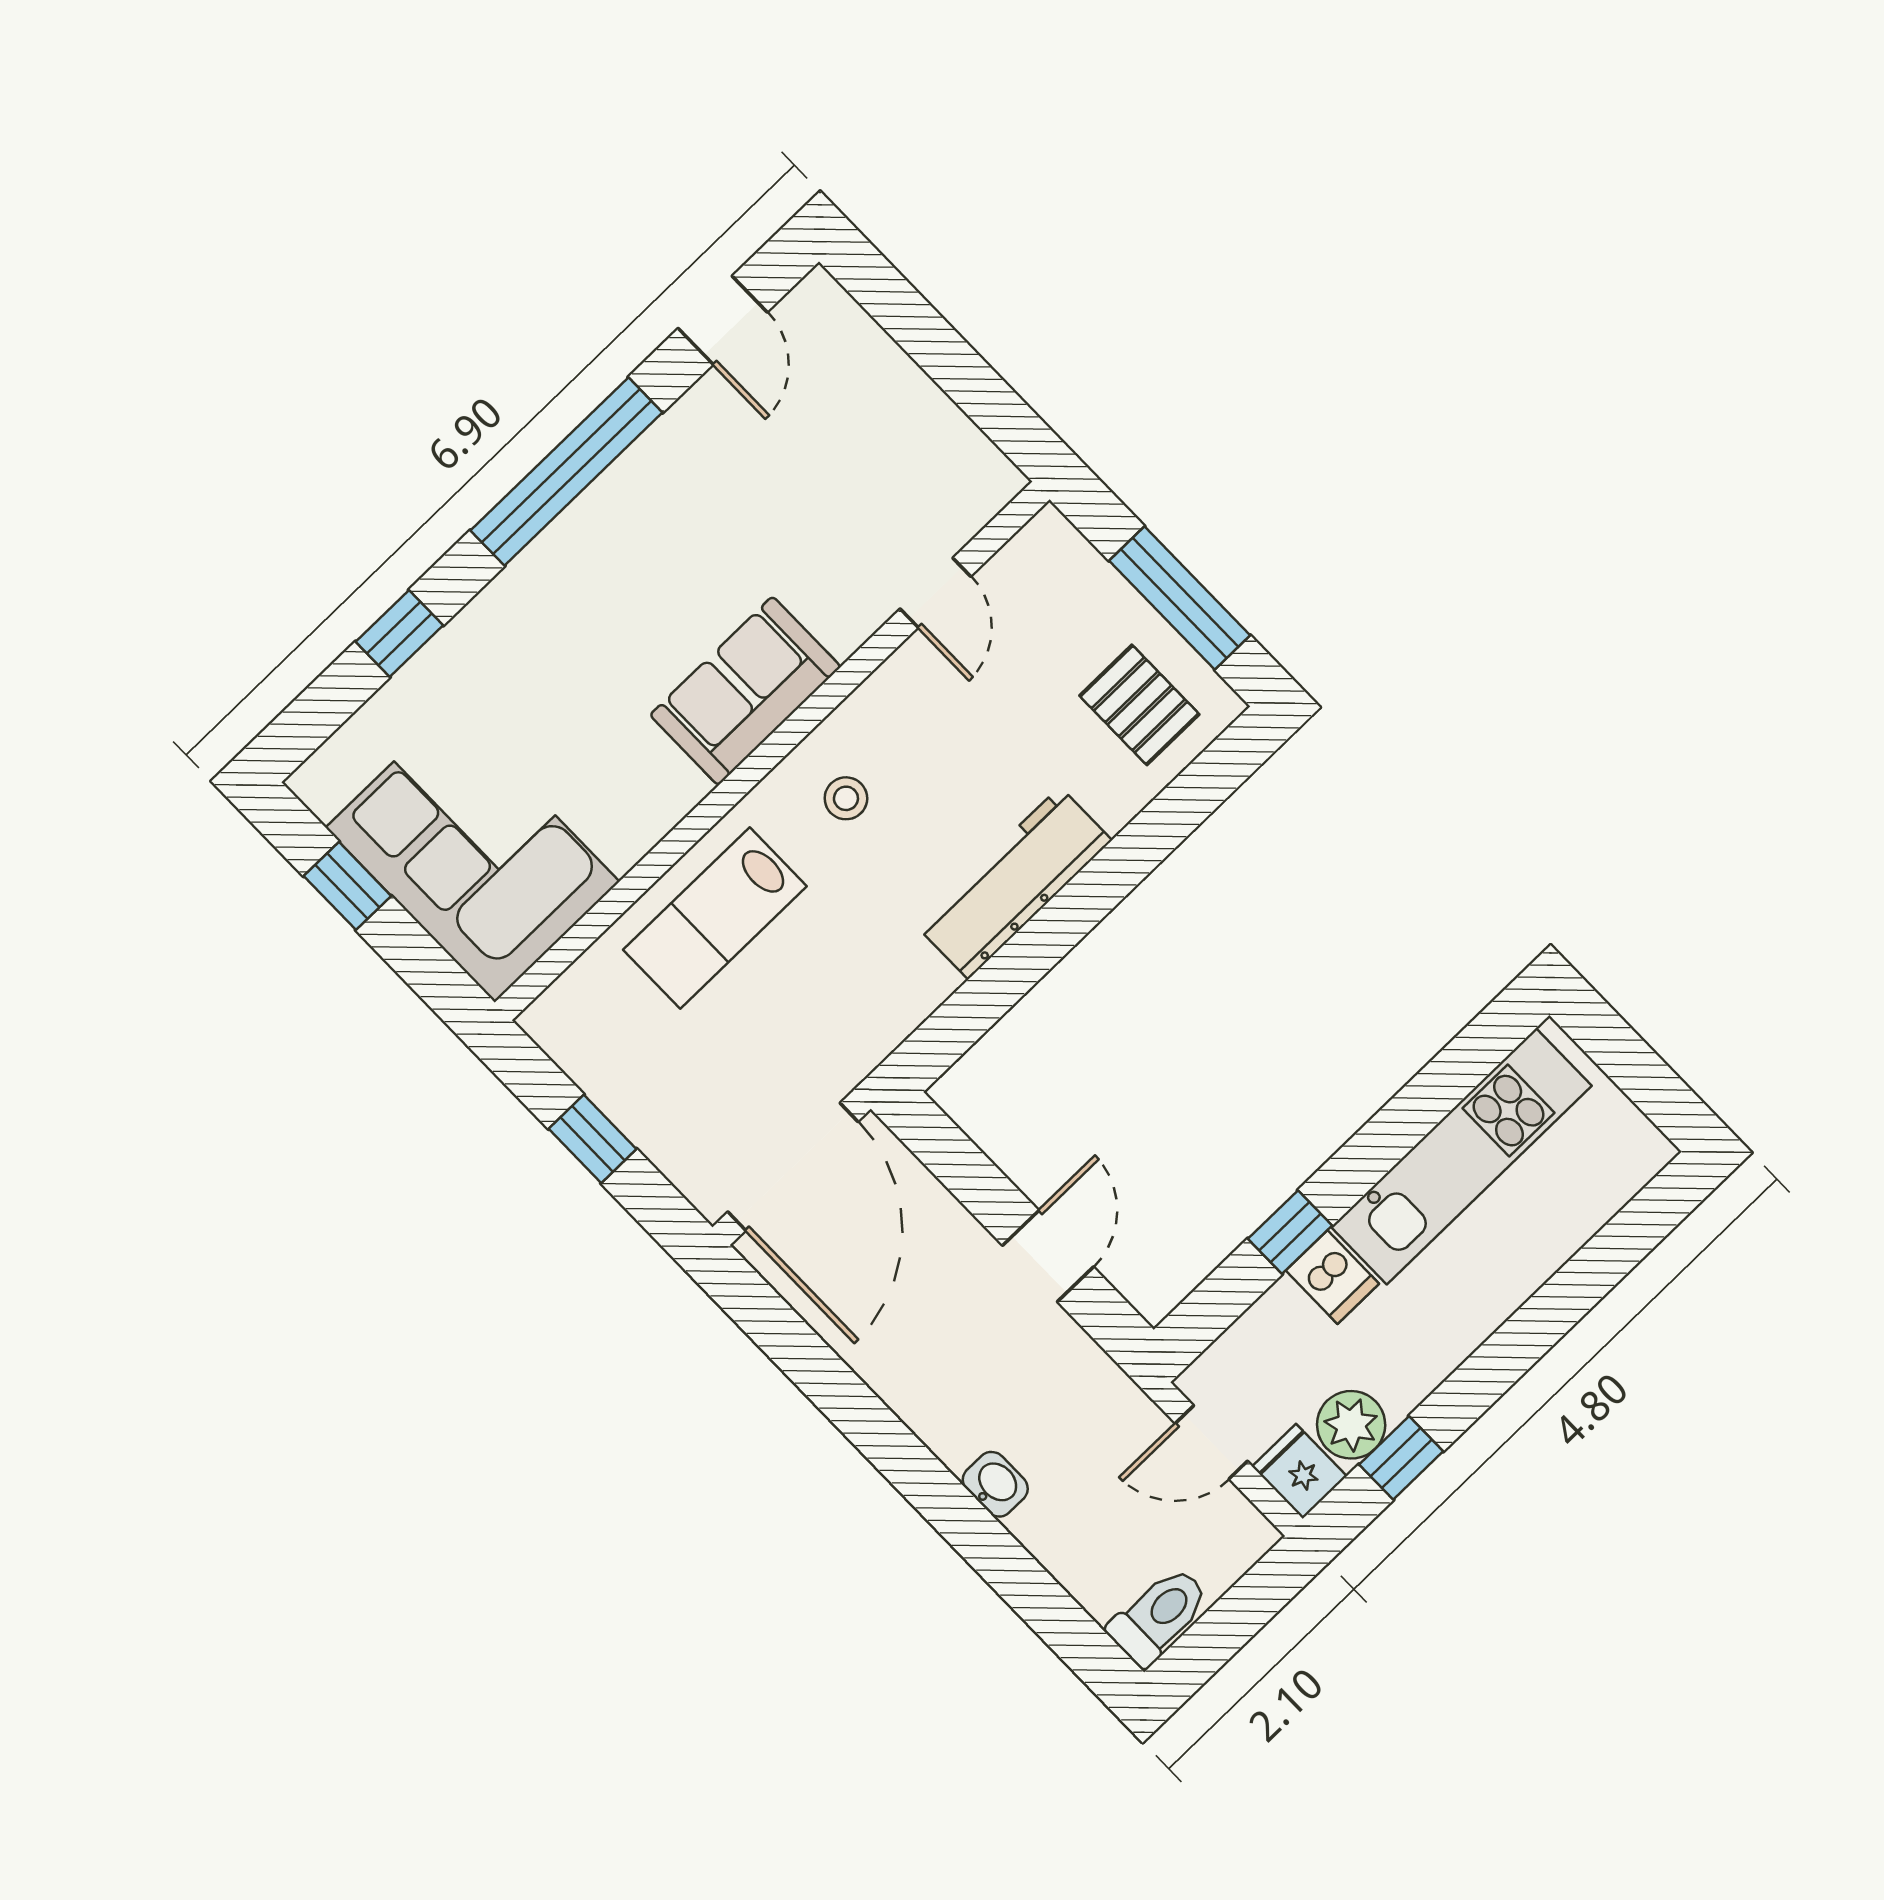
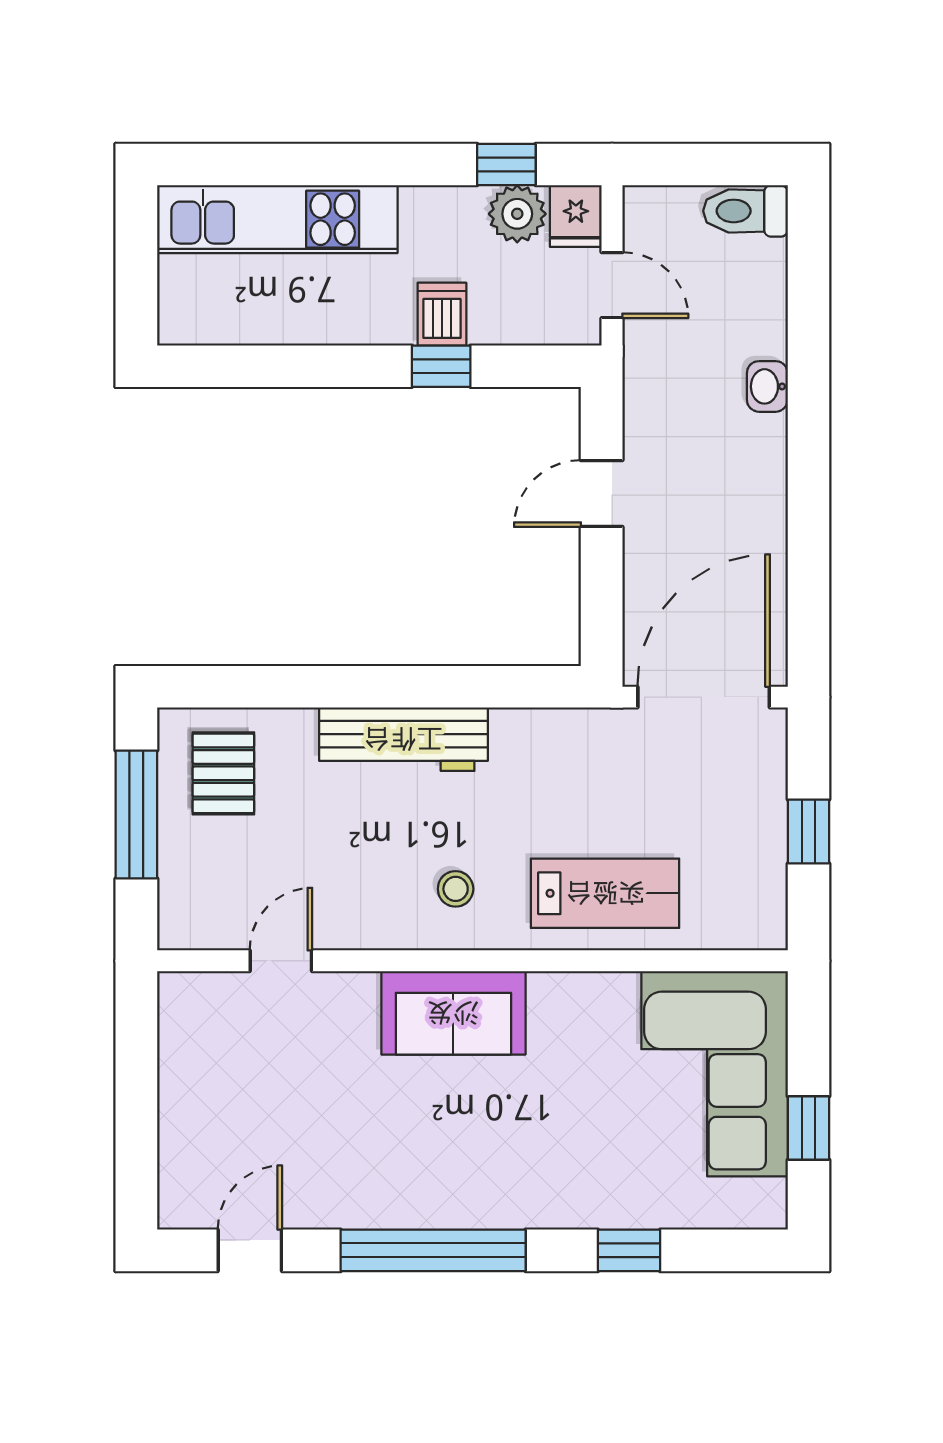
kitchen unit: (1461, 1156) -> (277, 219), moved, turned 180

